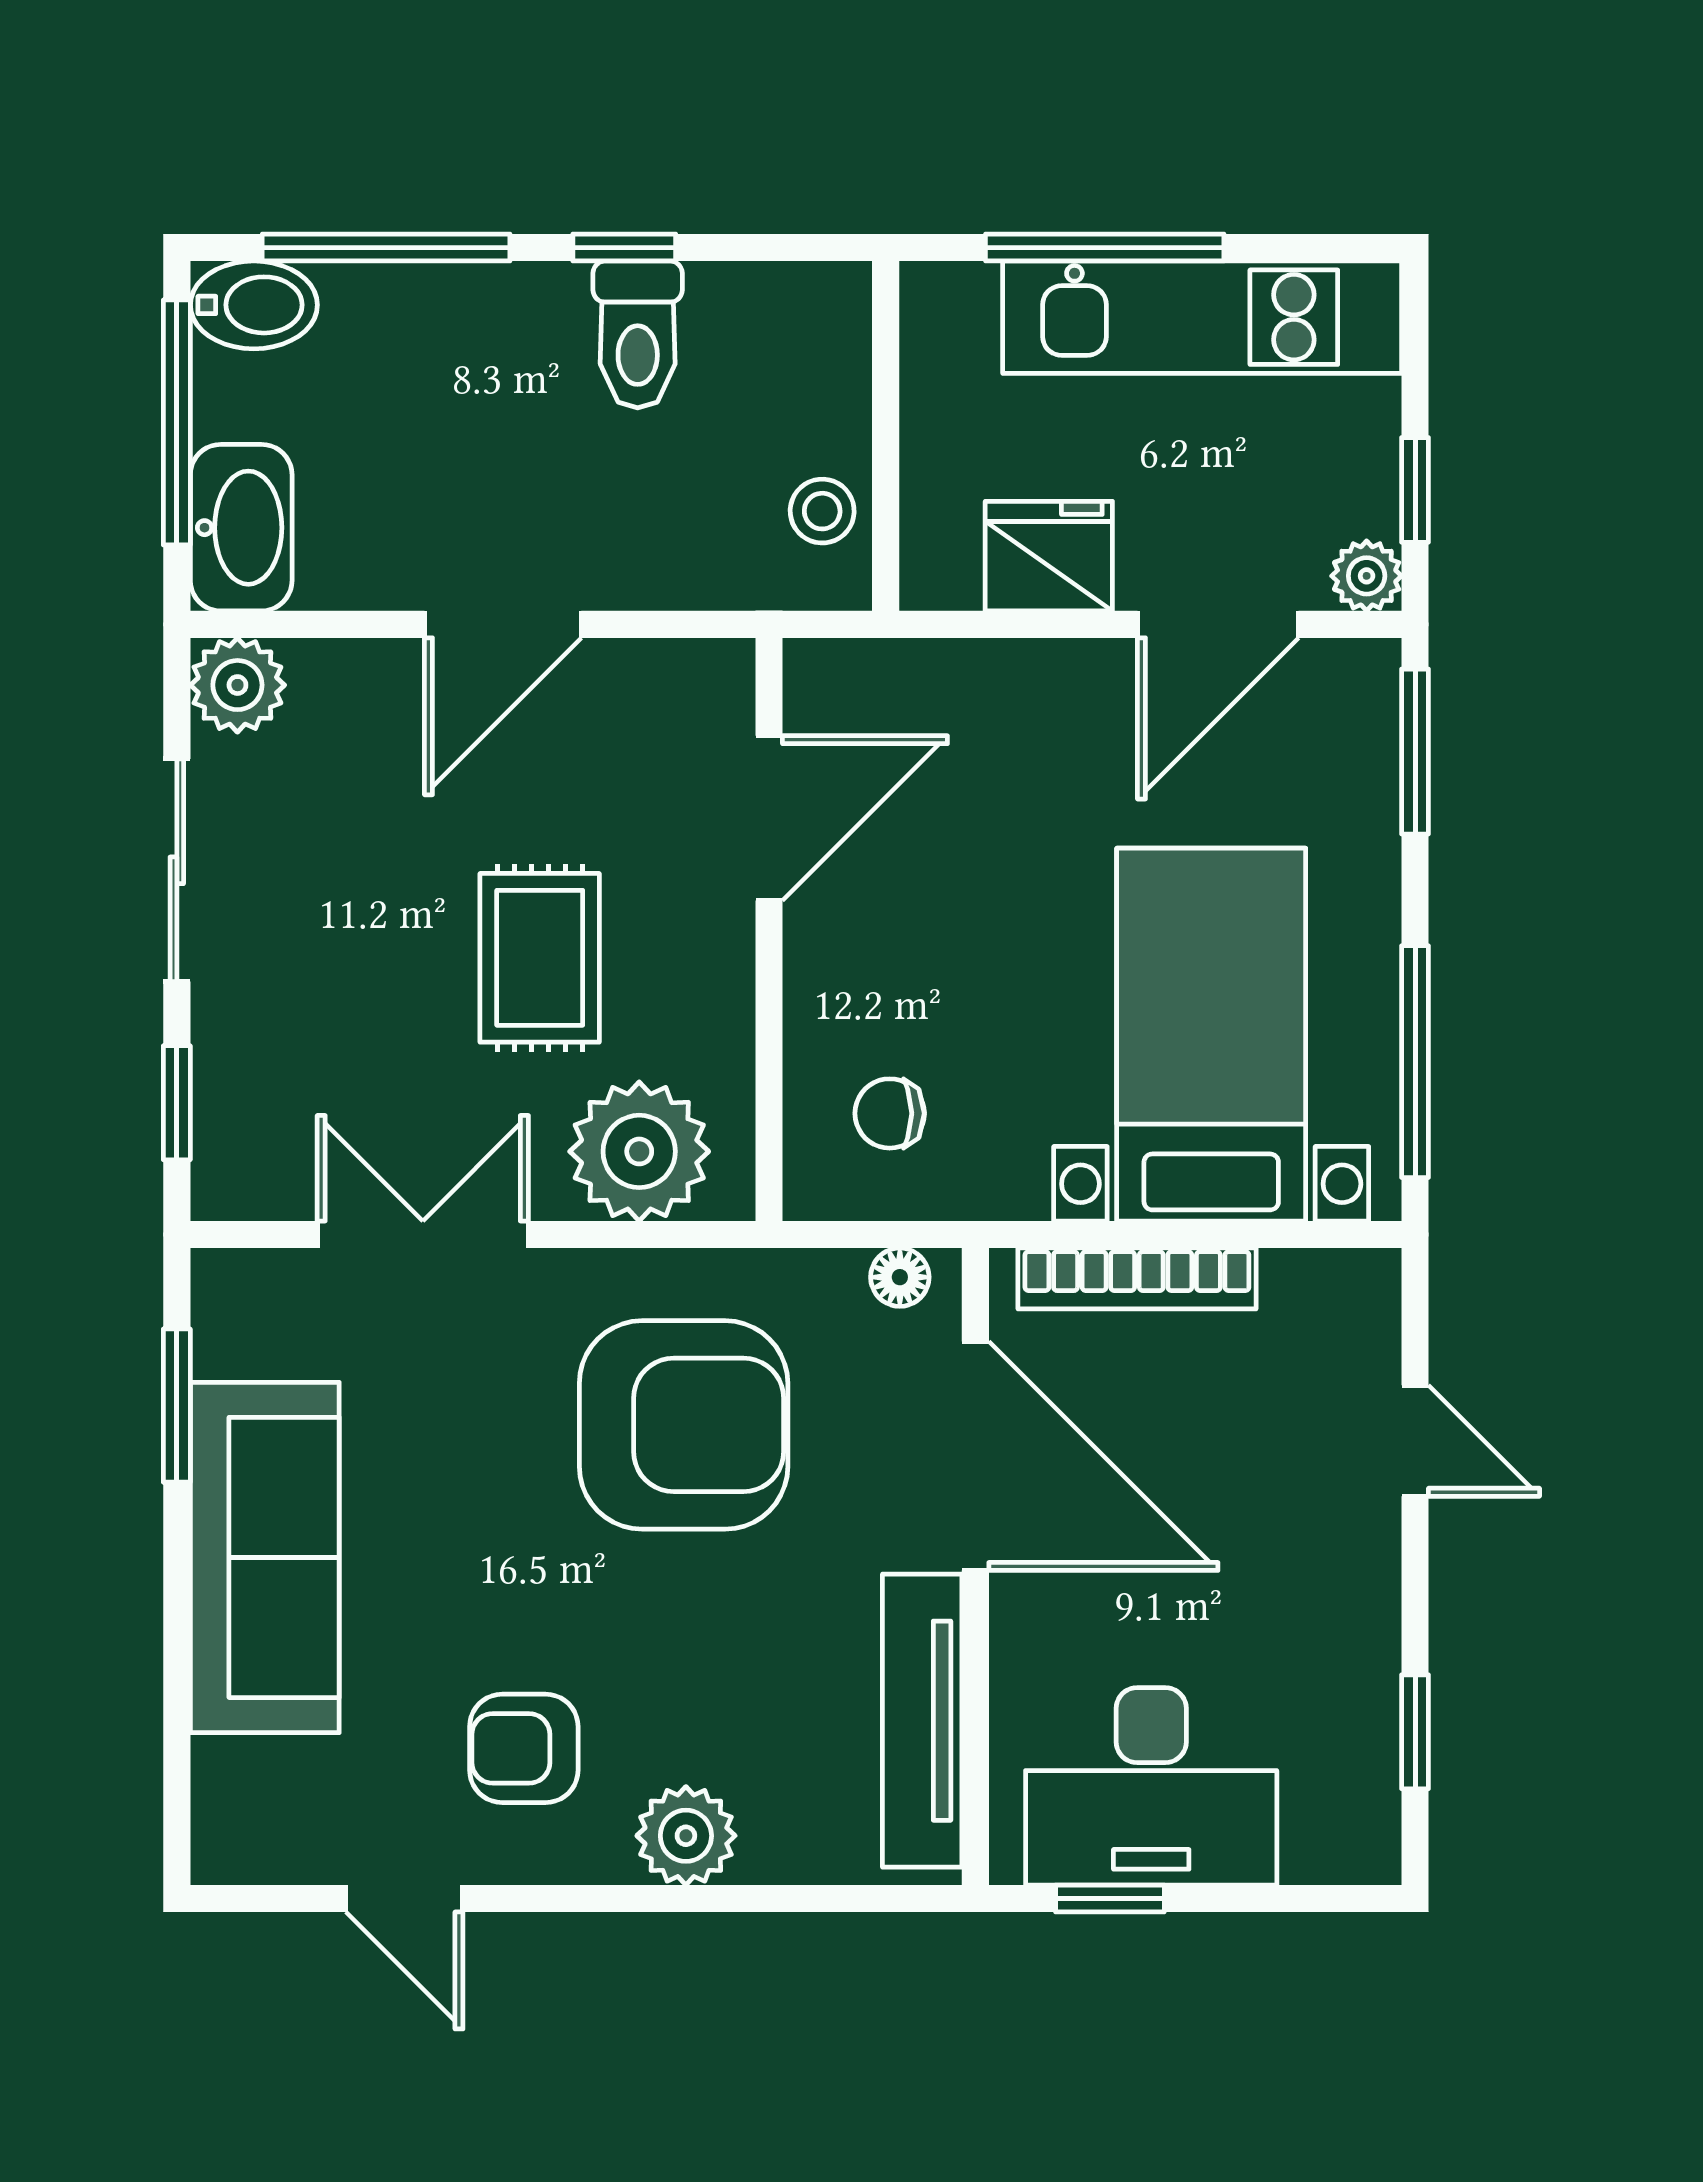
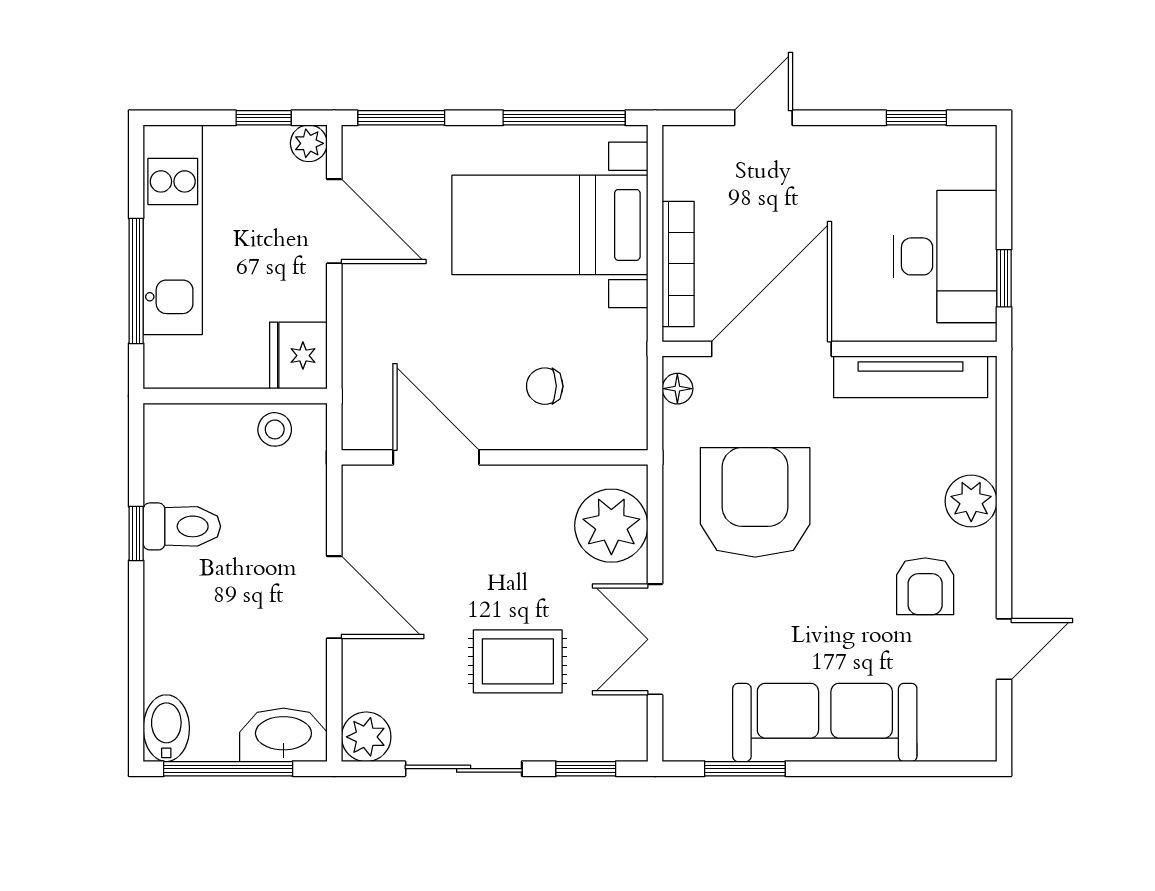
window: (386, 248) -> (136, 659), removed
fridge: (1049, 556) -> (298, 356), moved
rug: (540, 958) -> (518, 661), moved
chair: (890, 1113) -> (545, 386), moved, turned 90

